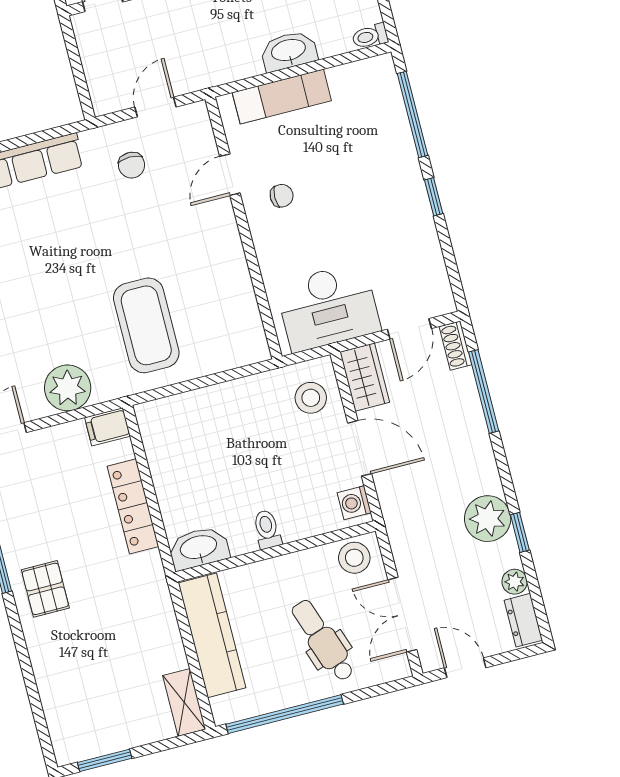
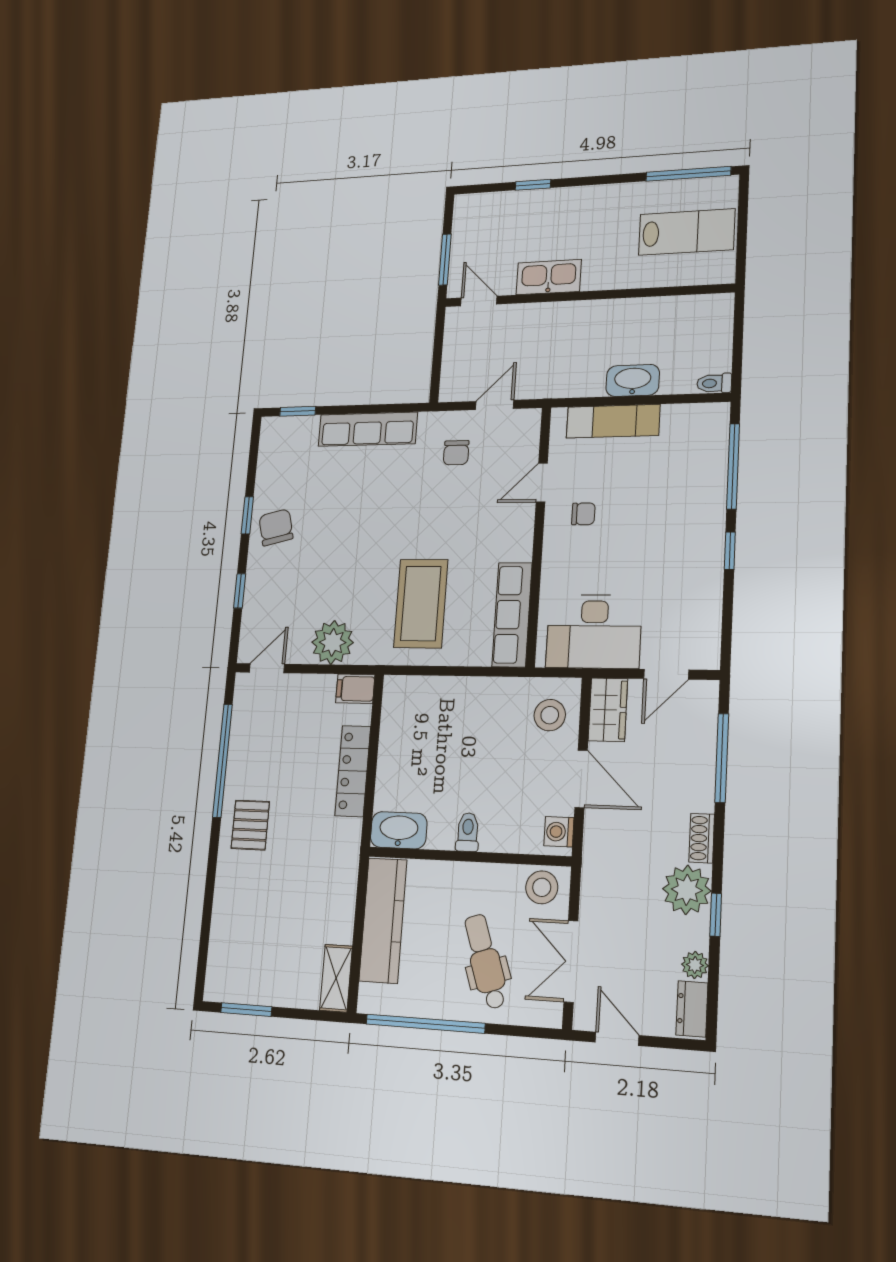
row of seats: (243, 312) -> (512, 615), added
shoe rack: (455, 346) -> (702, 838), moved

